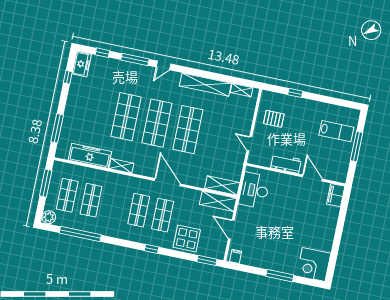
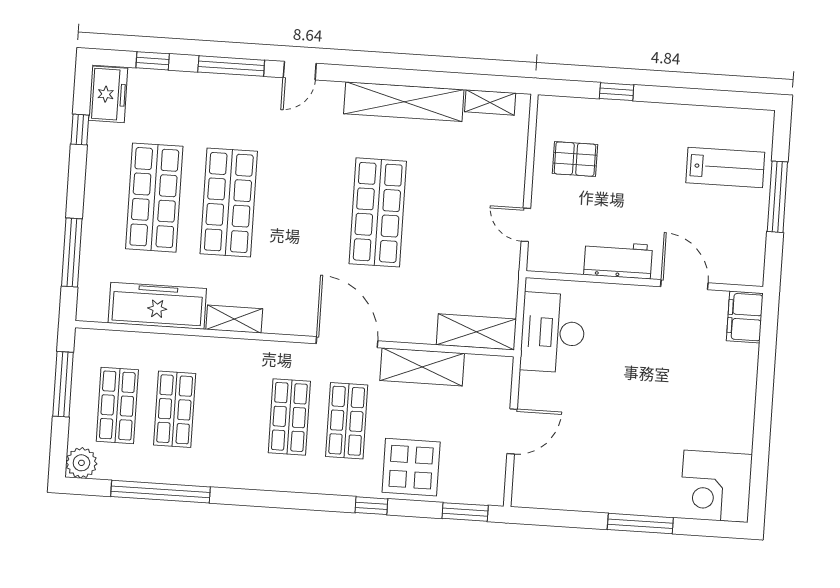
shop shelf: (157, 123) -> (154, 198), moved
shelving: (218, 201) -> (422, 367), moved
door: (231, 229) -> (512, 431), swing flipped
window: (152, 249) -> (371, 506), moved
filing cabinet: (236, 256) -> (531, 493), removed

